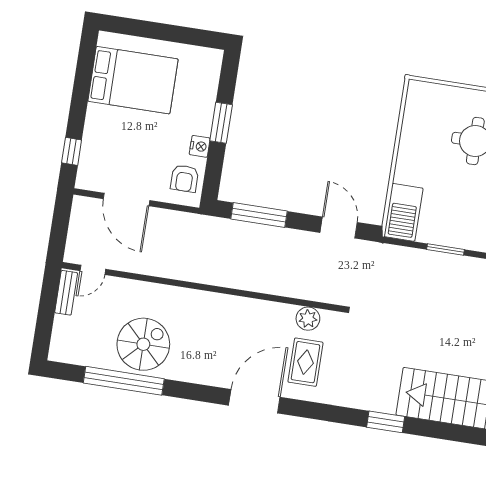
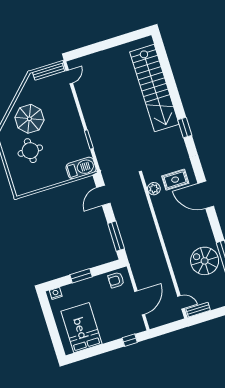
nightstand: (200, 146) -> (56, 293), moved
armchair: (185, 178) -> (116, 280), turned 180

